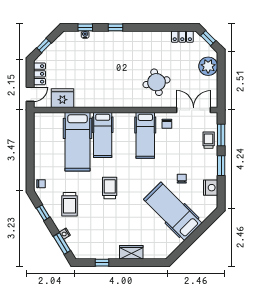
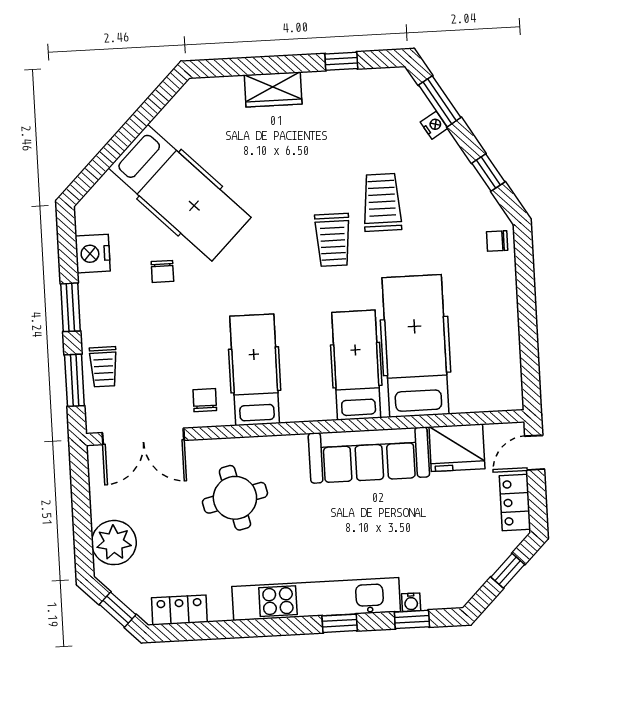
kitchen unit: (125, 38) -> (316, 599), added
sofa: (99, 97) -> (369, 455), added
trolley: (69, 204) -> (382, 202), moved

